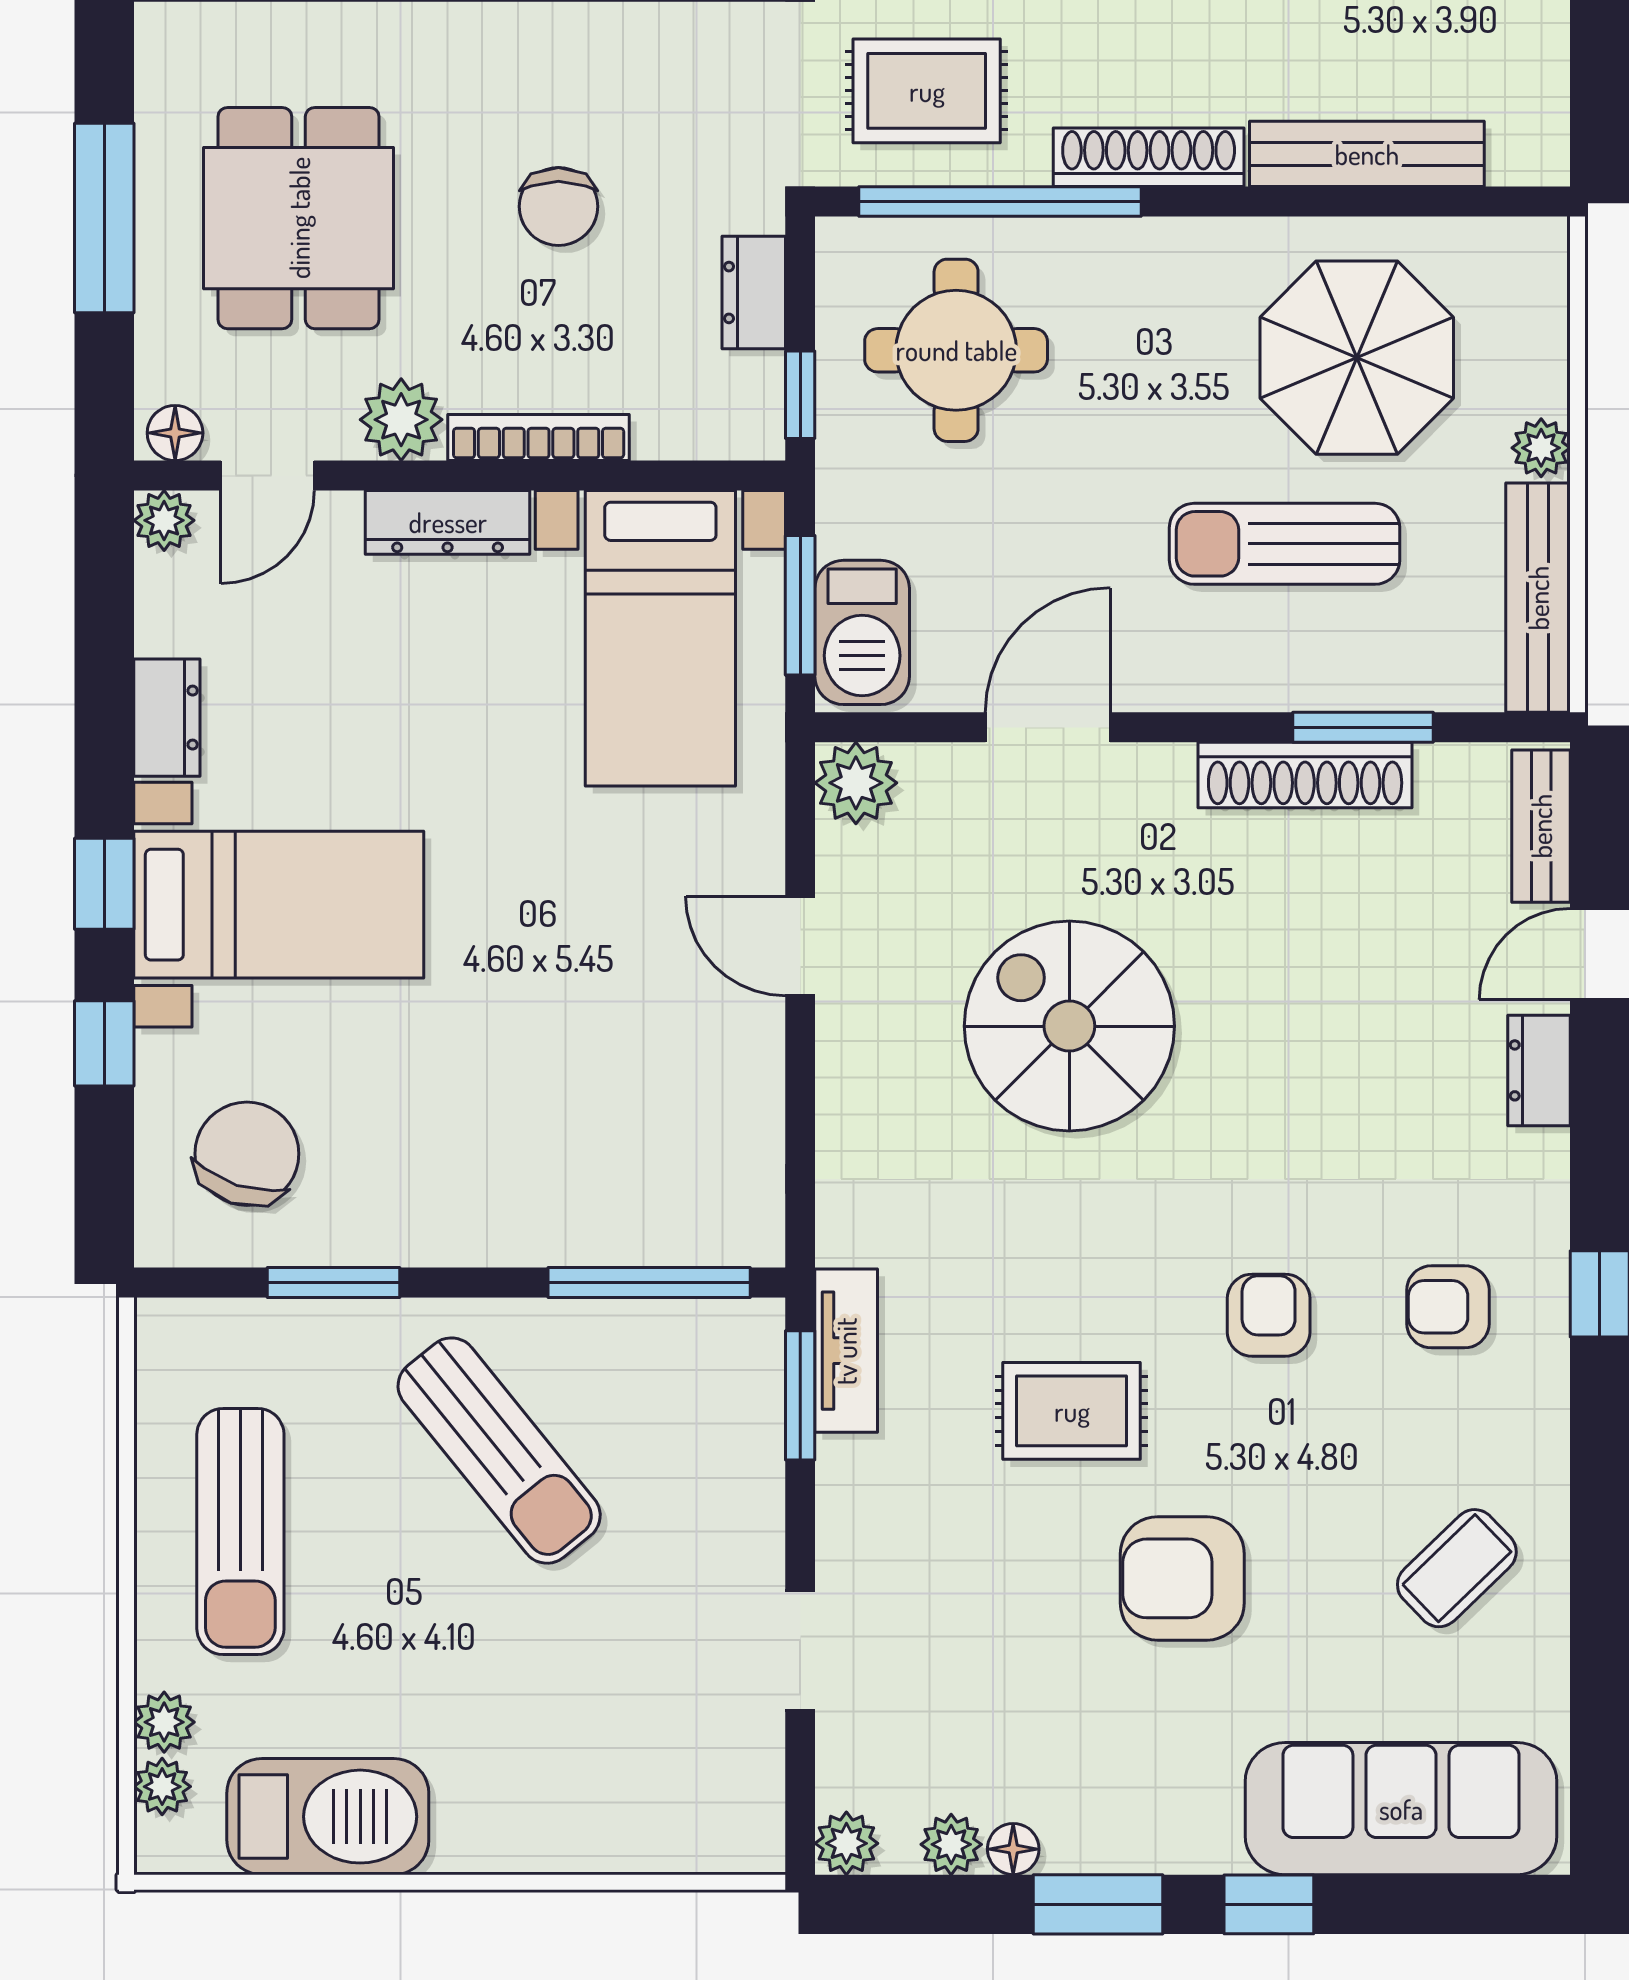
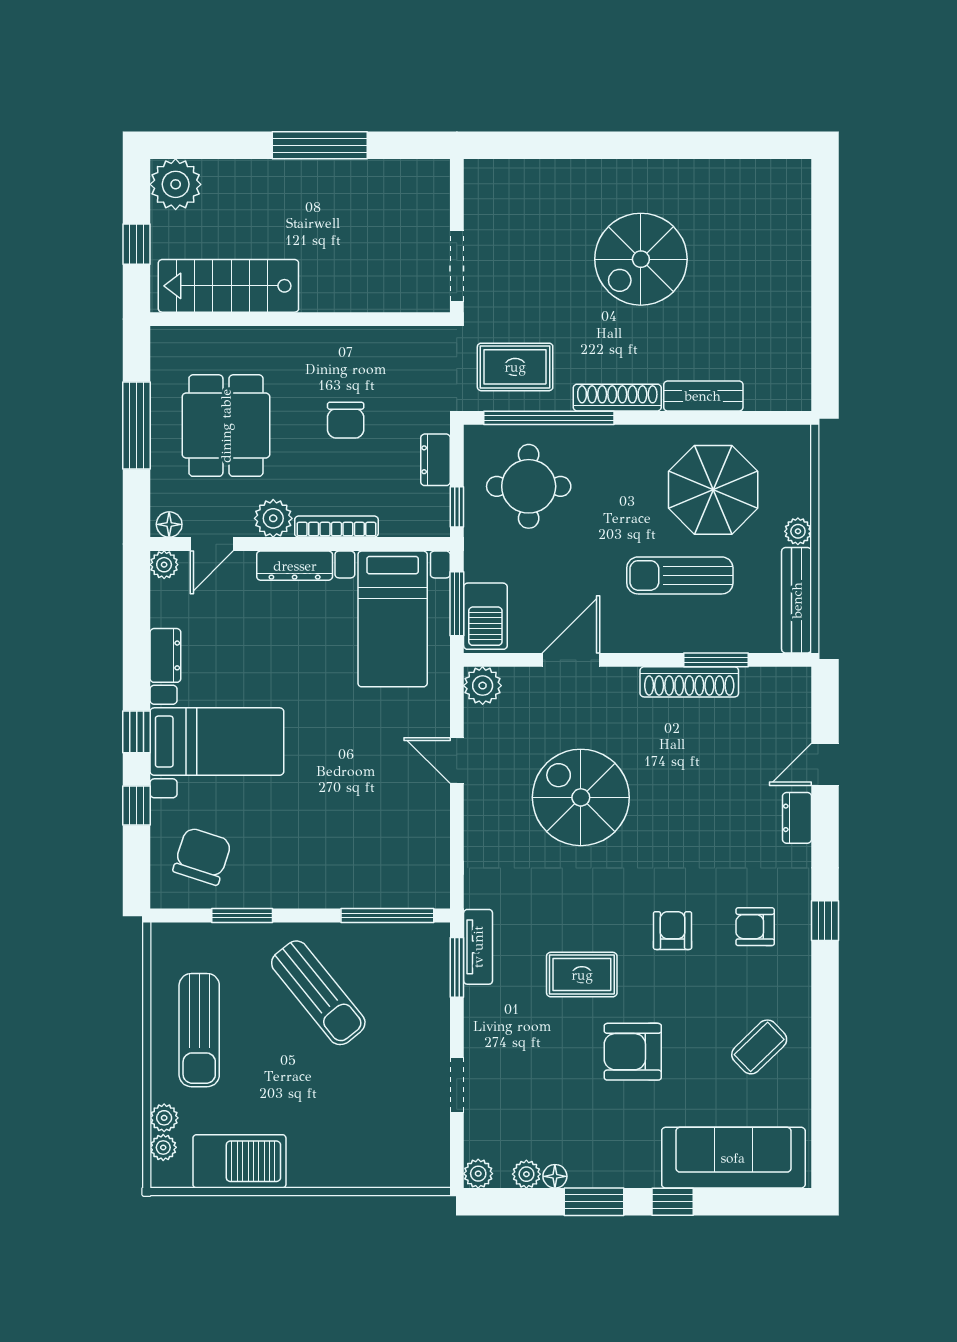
bench: (1367, 154) -> (703, 396), width x0.73
bench: (1541, 826) -> (798, 705), removed

